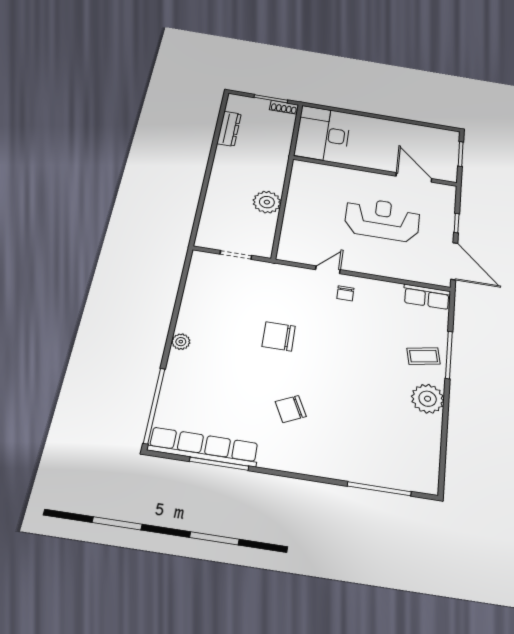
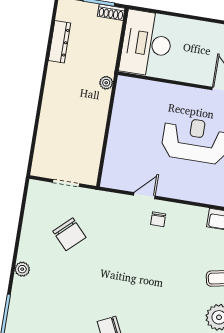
plant: (267, 202) -> (106, 83), moved, width x0.53, depth x0.53
chair: (279, 336) -> (69, 234), moved, turned -133

